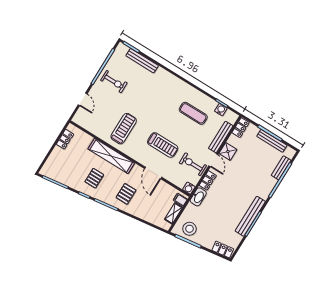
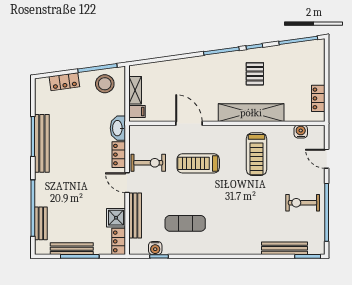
shower: (228, 151) -> (116, 218), moved
water cooler: (189, 188) -> (301, 132), moved
pallet: (126, 194) -> (206, 79), removed
locker: (223, 250) -> (64, 82), moved

